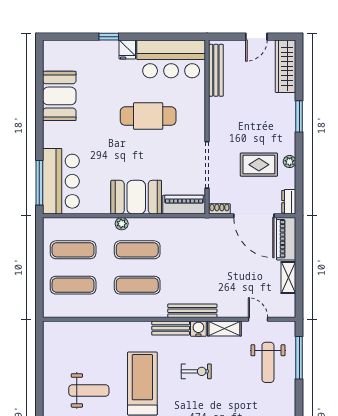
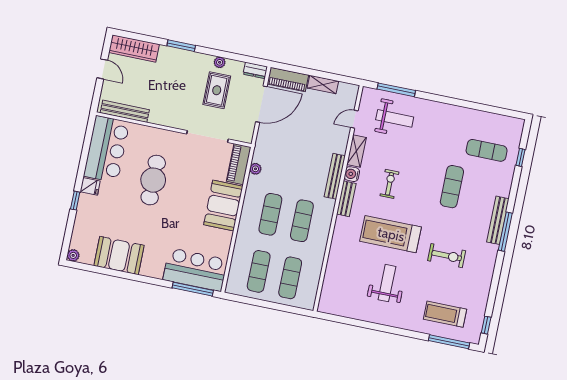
plant: (49, 47) -> (73, 255), added
shoe rack: (219, 209) -> (249, 133), removed
plant: (122, 224) -> (255, 169), moved

